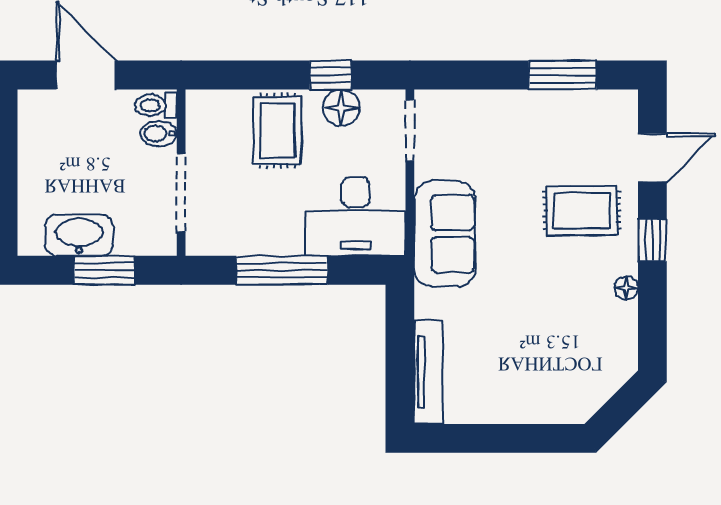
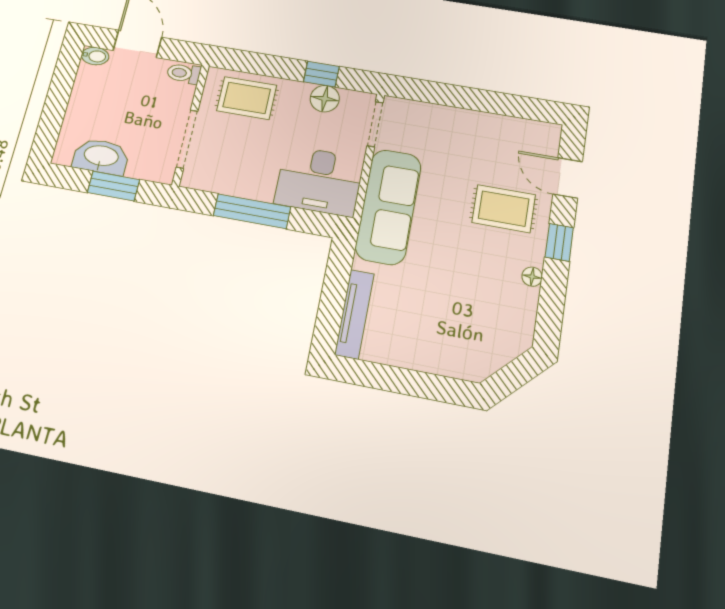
window: (563, 75) -> (503, 104), removed
rug: (277, 130) -> (247, 98), moved, turned 90
bidet: (158, 134) -> (95, 56), moved, turned 180
door: (652, 158) -> (568, 178), swing flipped
sofa: (445, 234) -> (388, 207), width x1.36

